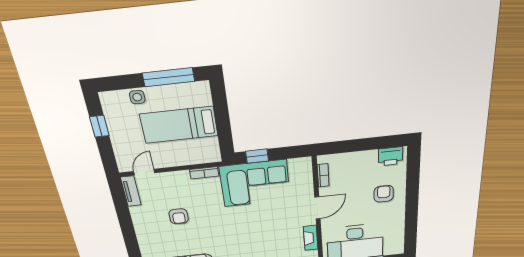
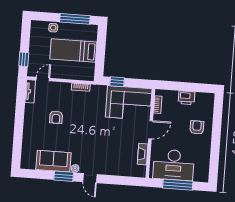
window: (99, 126) -> (24, 59), moved
printer: (391, 156) -> (186, 98), moved
corner sofa: (255, 183) -> (129, 103), moved

